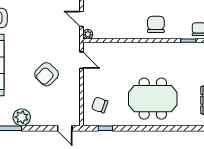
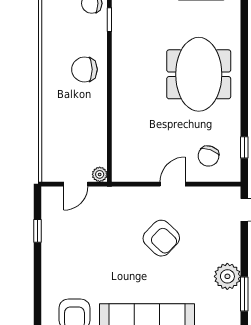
door: (81, 60) -> (173, 184), moved

